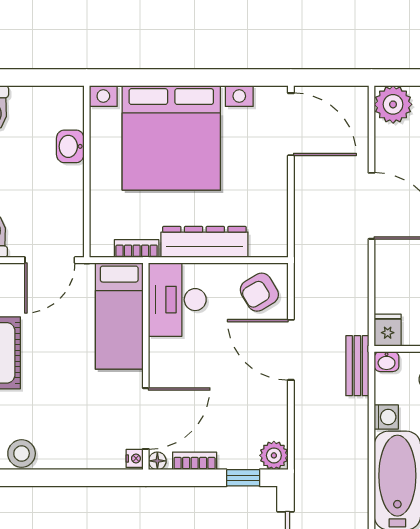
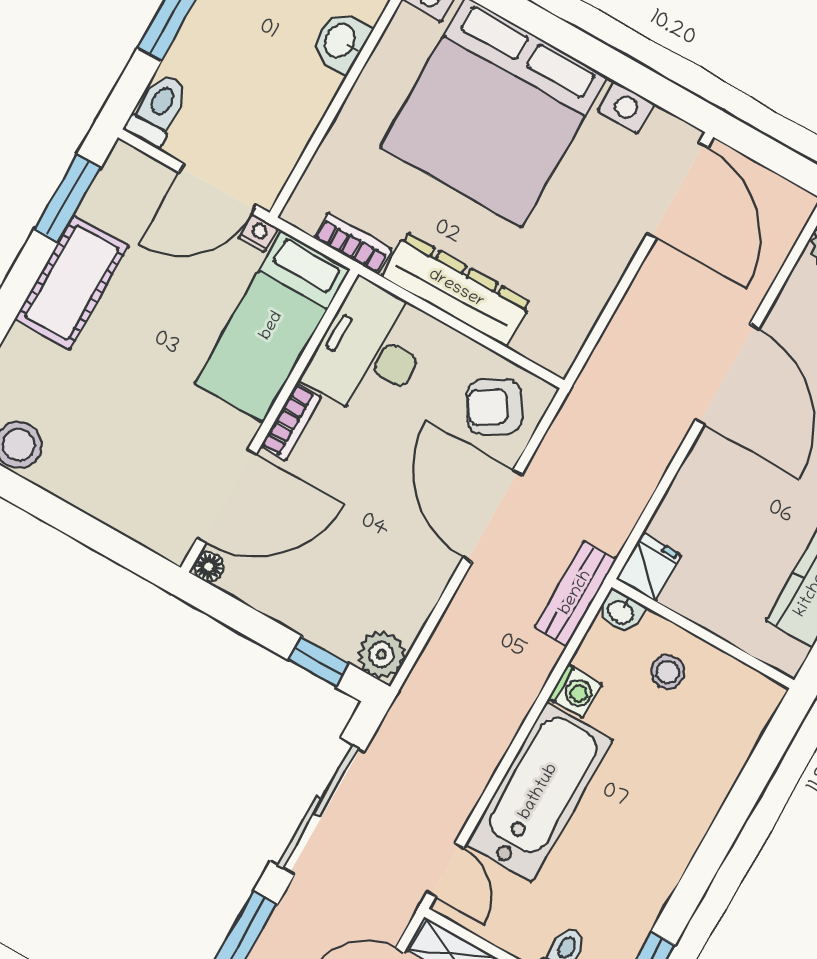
nightstand: (135, 458) -> (258, 233), moved, turned -90
bookcase: (195, 461) -> (291, 422), moved, turned 90

